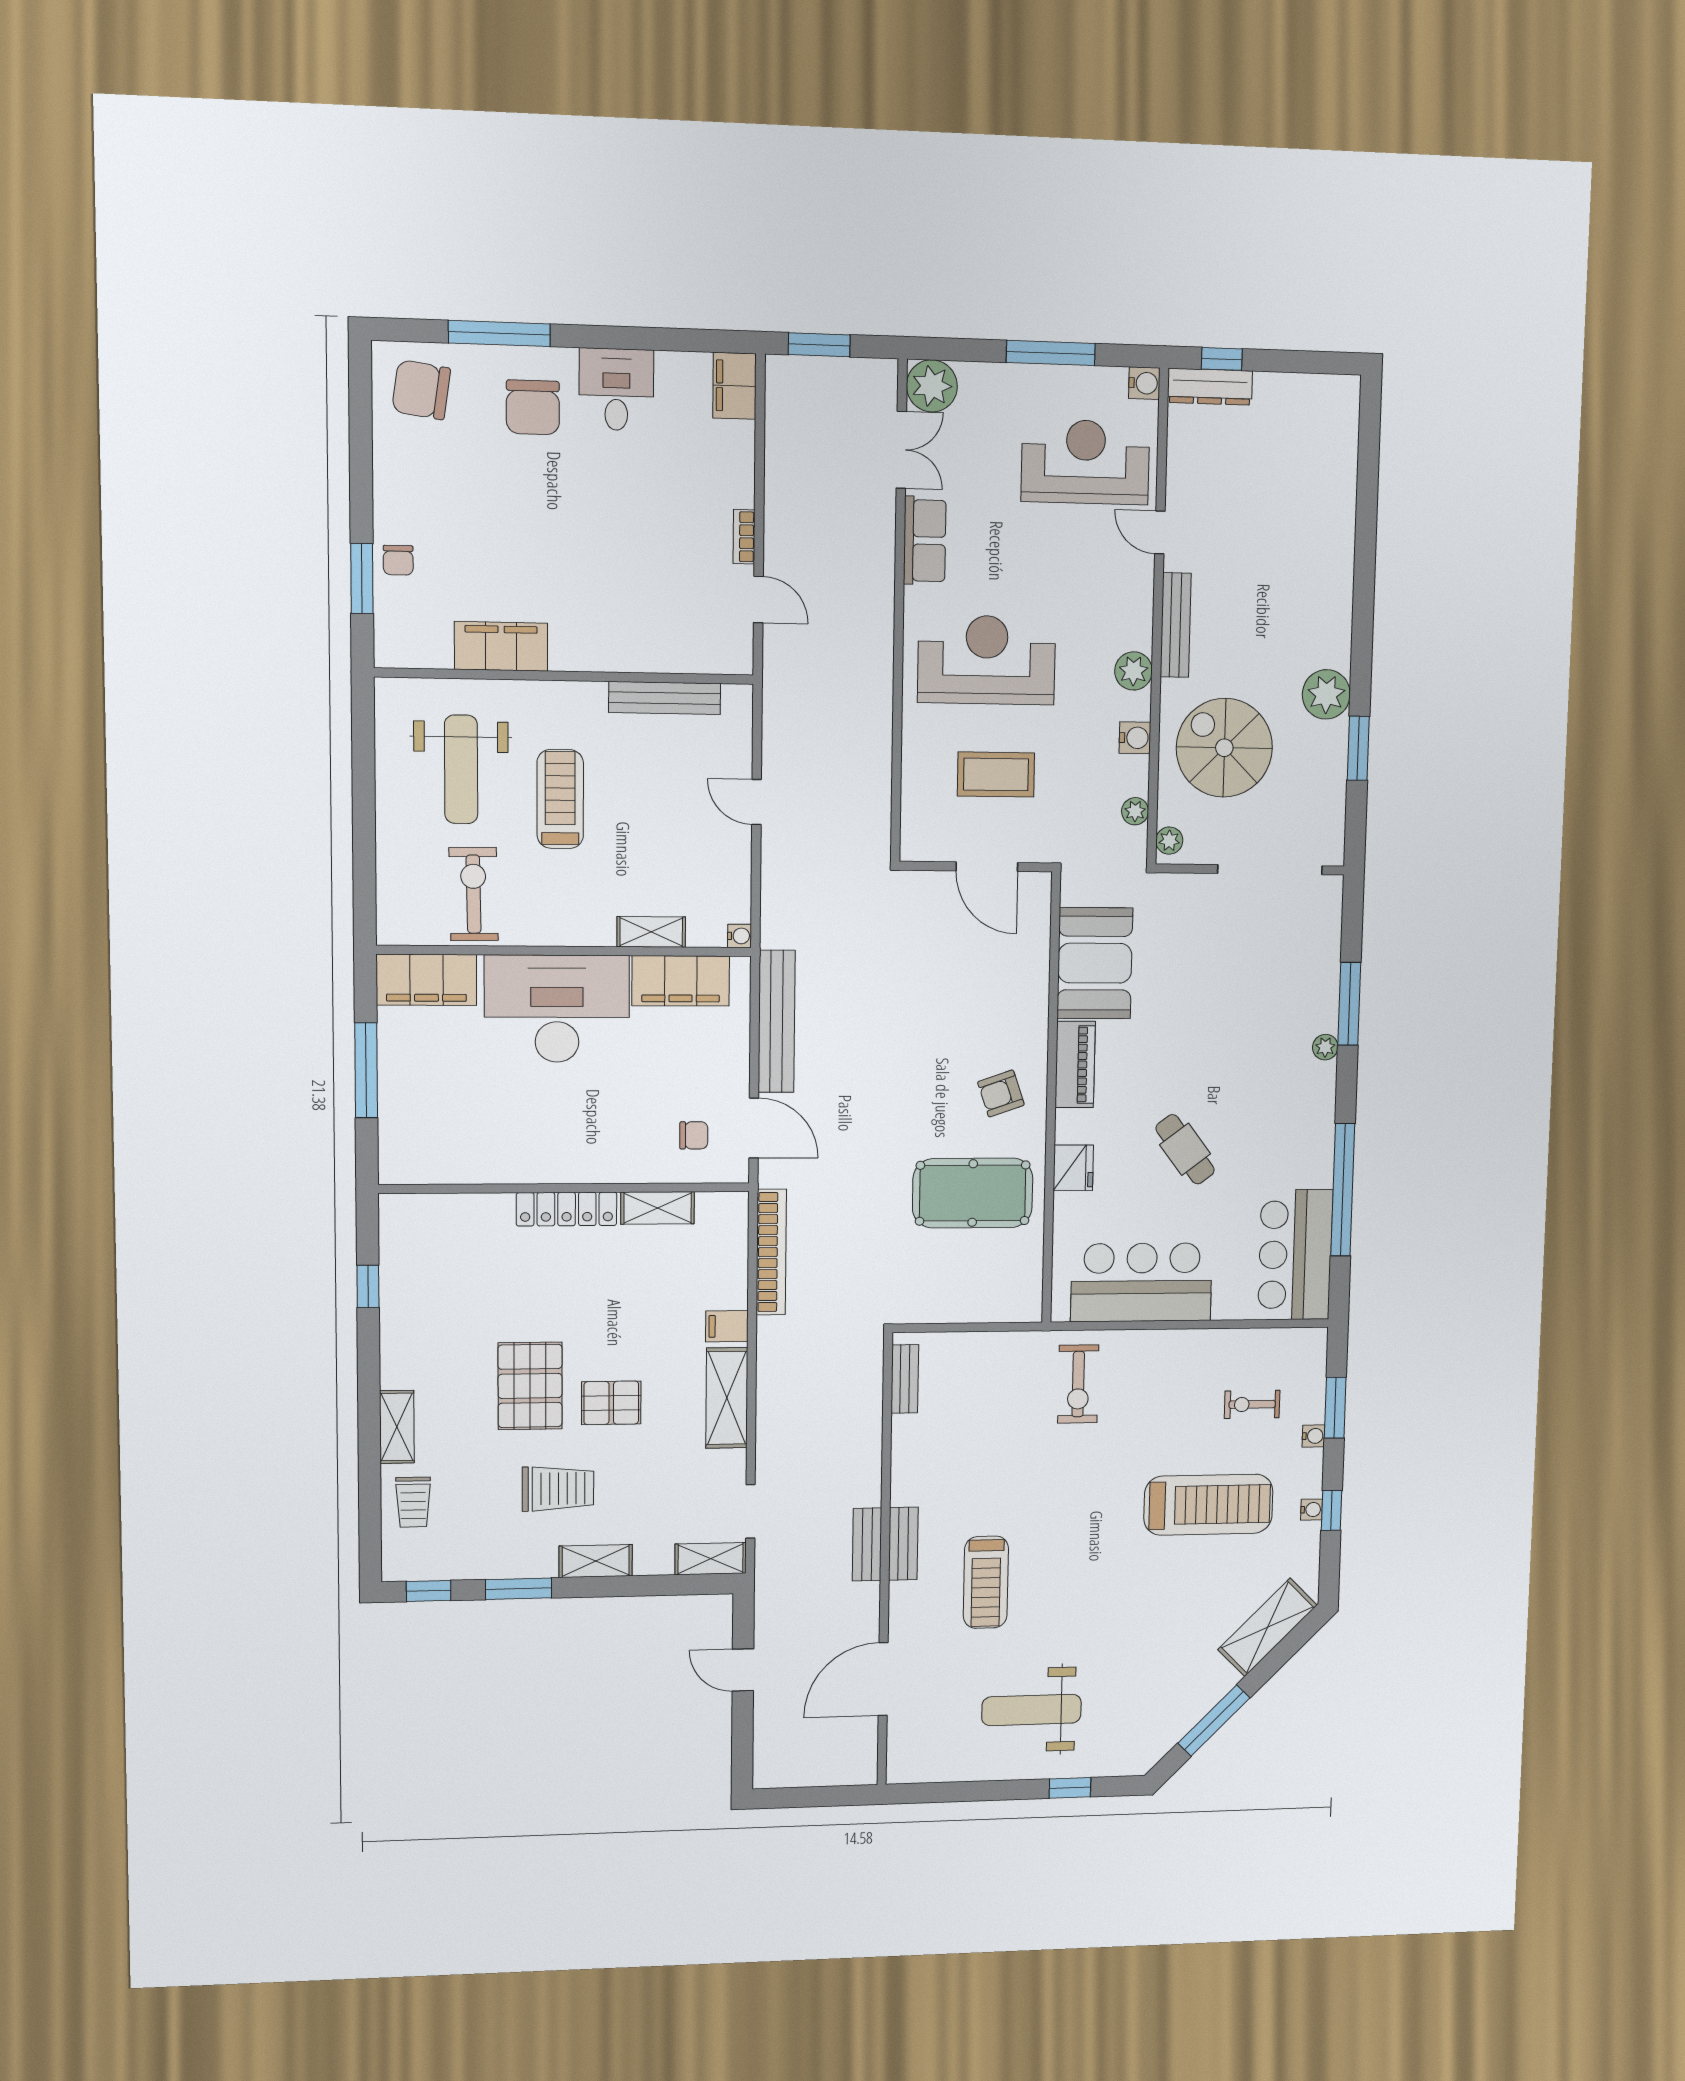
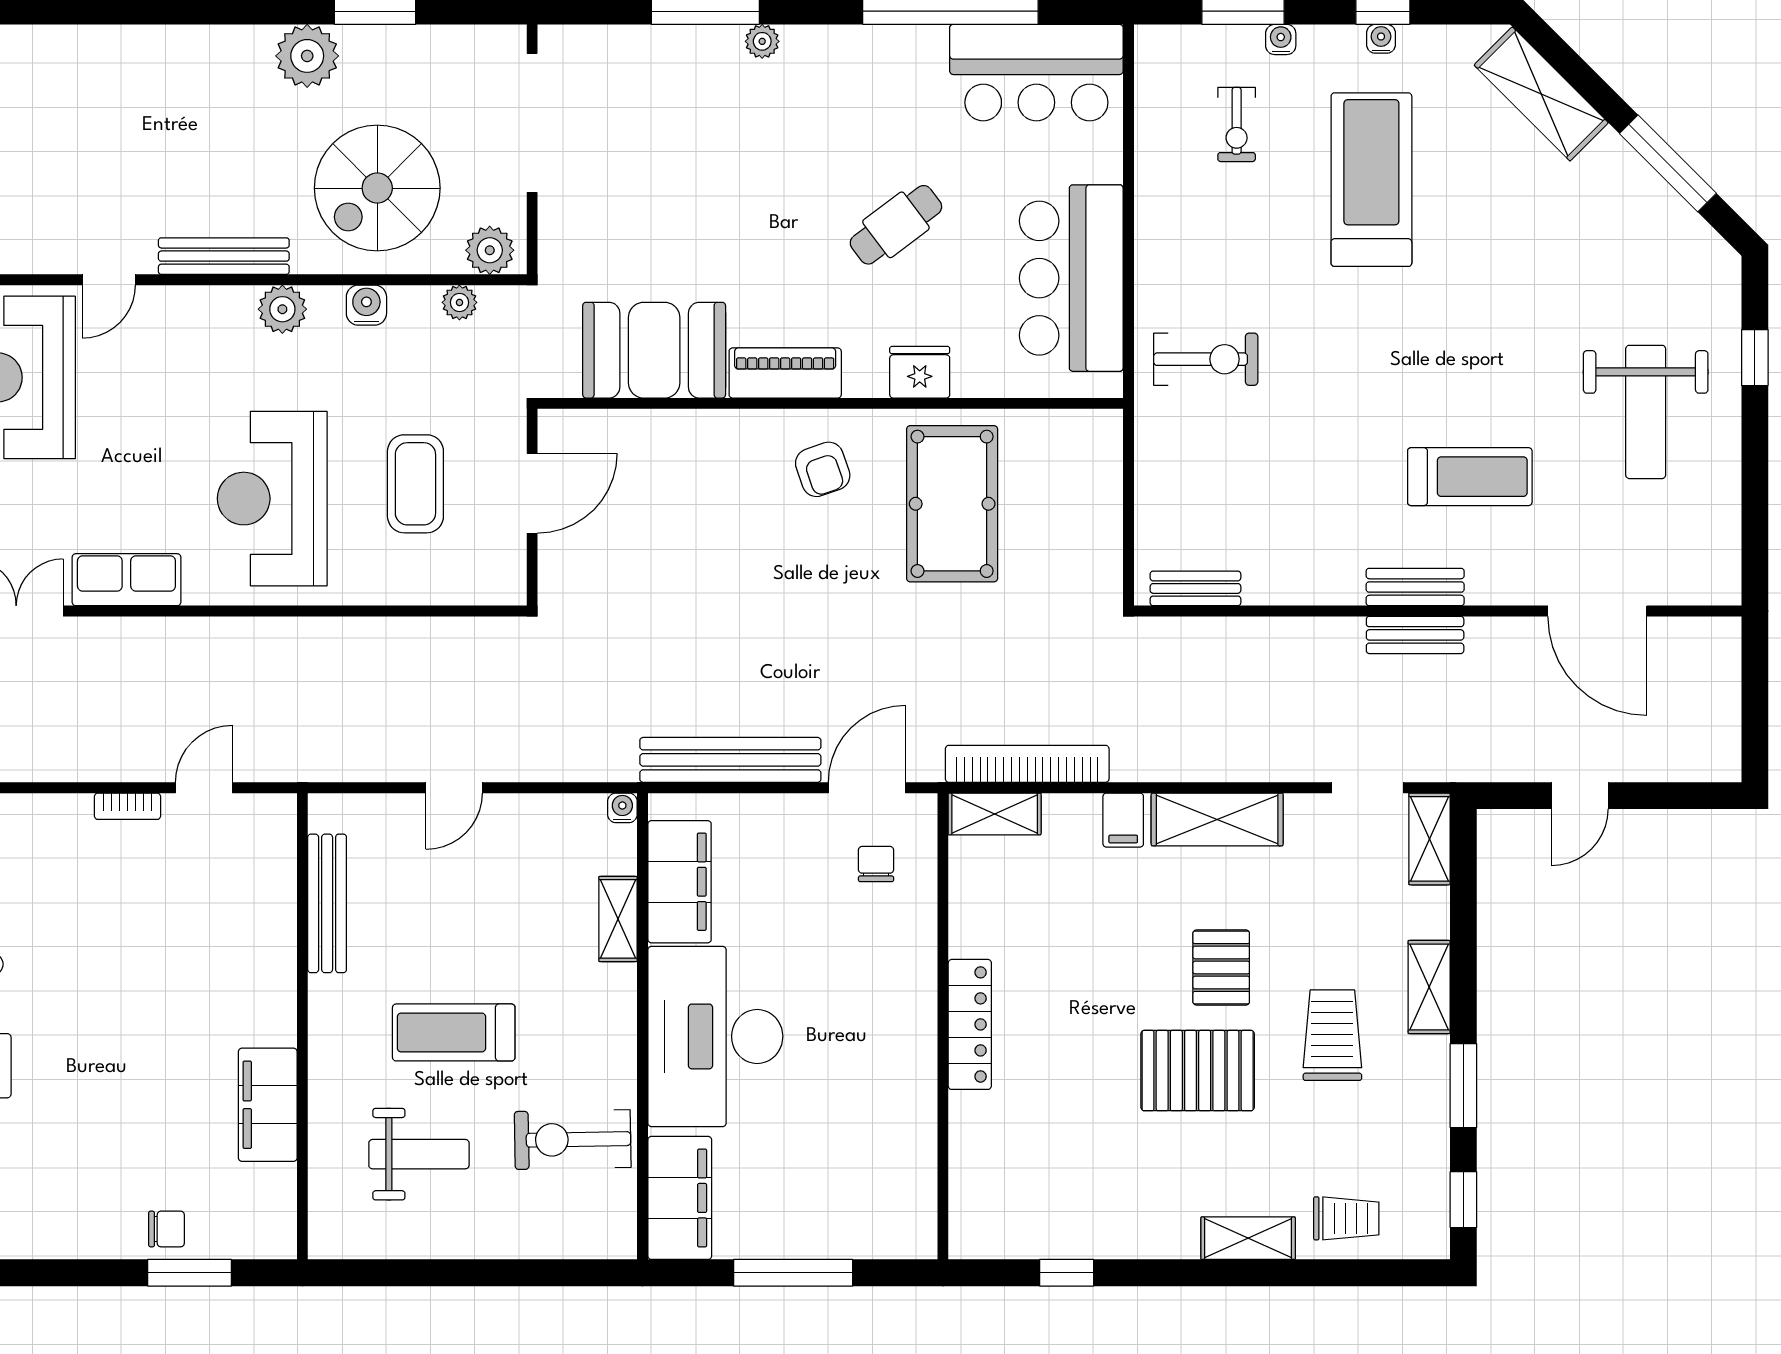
weight bench: (461, 769) -> (419, 1154), width x0.73, depth x0.75
plant: (1169, 841) -> (490, 250), width x1.38, depth x1.38
shelving: (658, 1208) -> (995, 814), moved, turned 90

